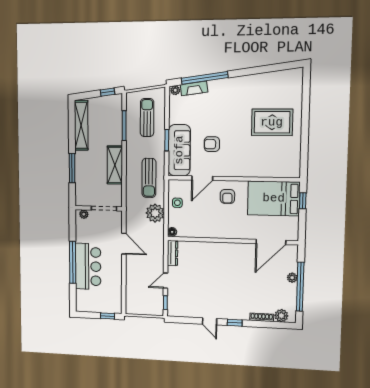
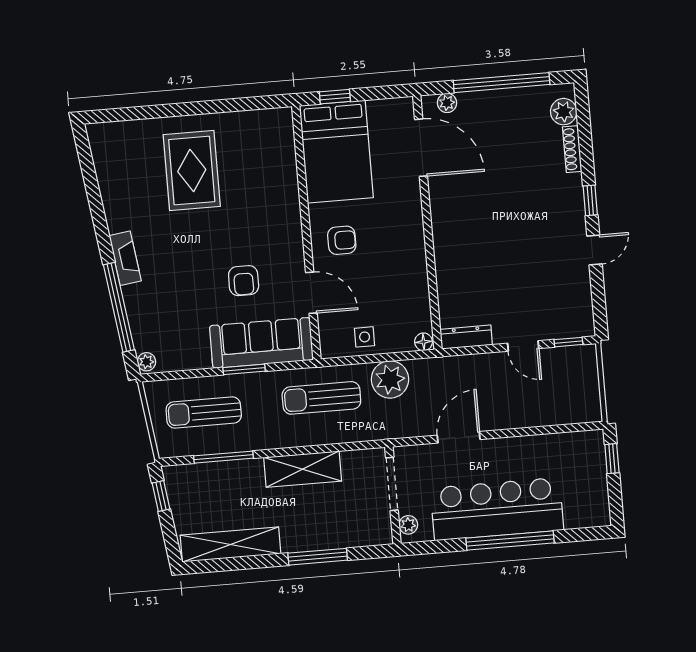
fireplace: (194, 88) -> (125, 258), moved
sun lounger: (149, 178) -> (321, 398), turned 180
bar counter: (88, 266) -> (497, 509), width x1.36
plant: (292, 278) -> (447, 103), moved

